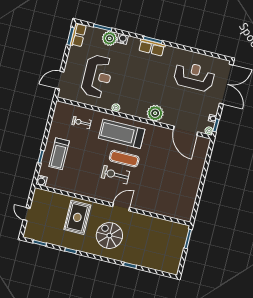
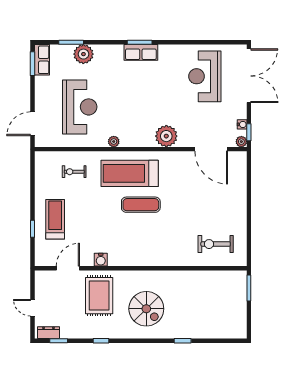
water cooler: (123, 39) -> (101, 51), removed
reception desk: (194, 77) -> (205, 76), turned -90
treadmill: (59, 154) -> (55, 219), turned 180
exercise bike: (115, 175) -> (216, 244), moved
water cooler: (41, 181) -> (101, 260), moved
door: (121, 207) -> (68, 268), moved
dresser: (34, 235) -> (49, 333), added
spiral stairs: (109, 236) -> (146, 309), turned 180

